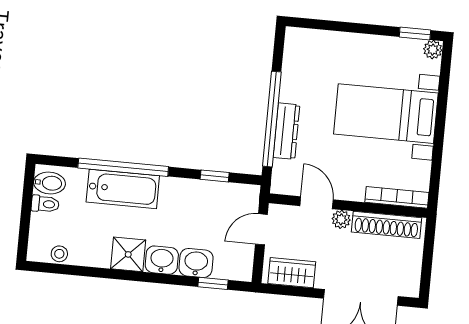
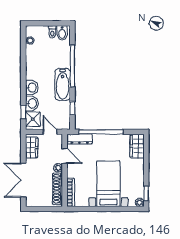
wardrobe: (310, 44) -> (137, 146), added
dresser: (286, 131) -> (79, 139), moved
bathtub: (123, 189) -> (63, 84), moved
door: (317, 203) -> (65, 156), hinge flipped
shower: (128, 254) -> (33, 119), moved

